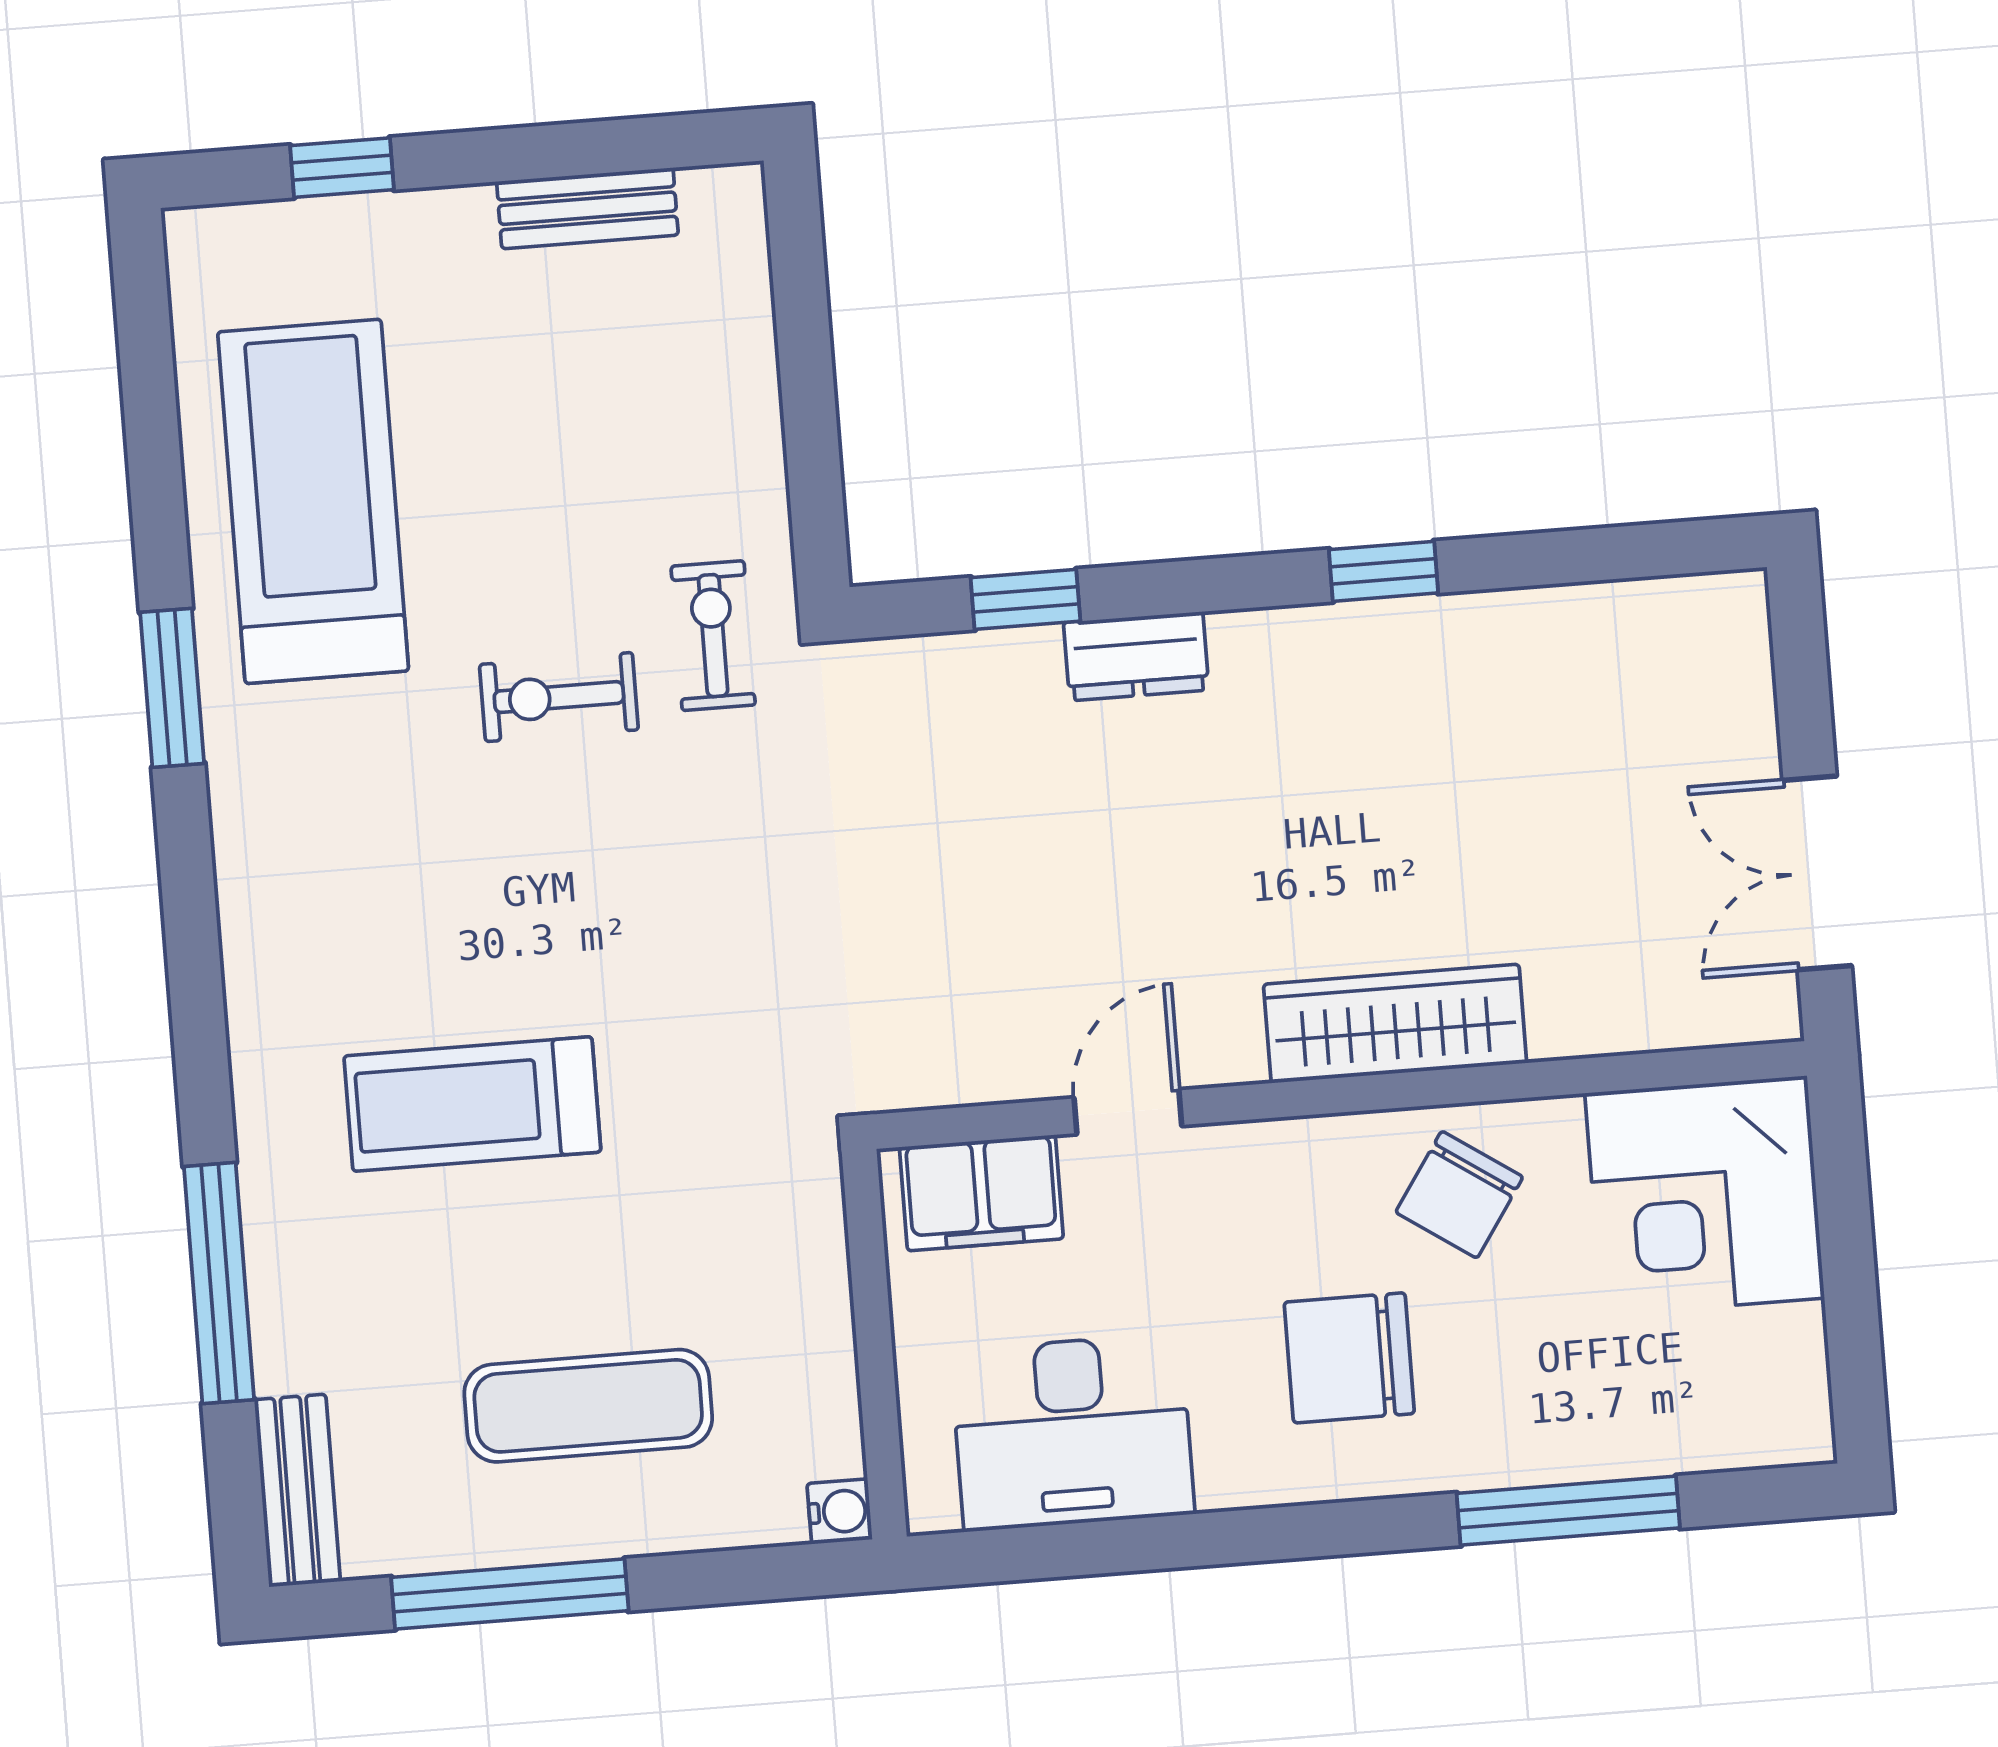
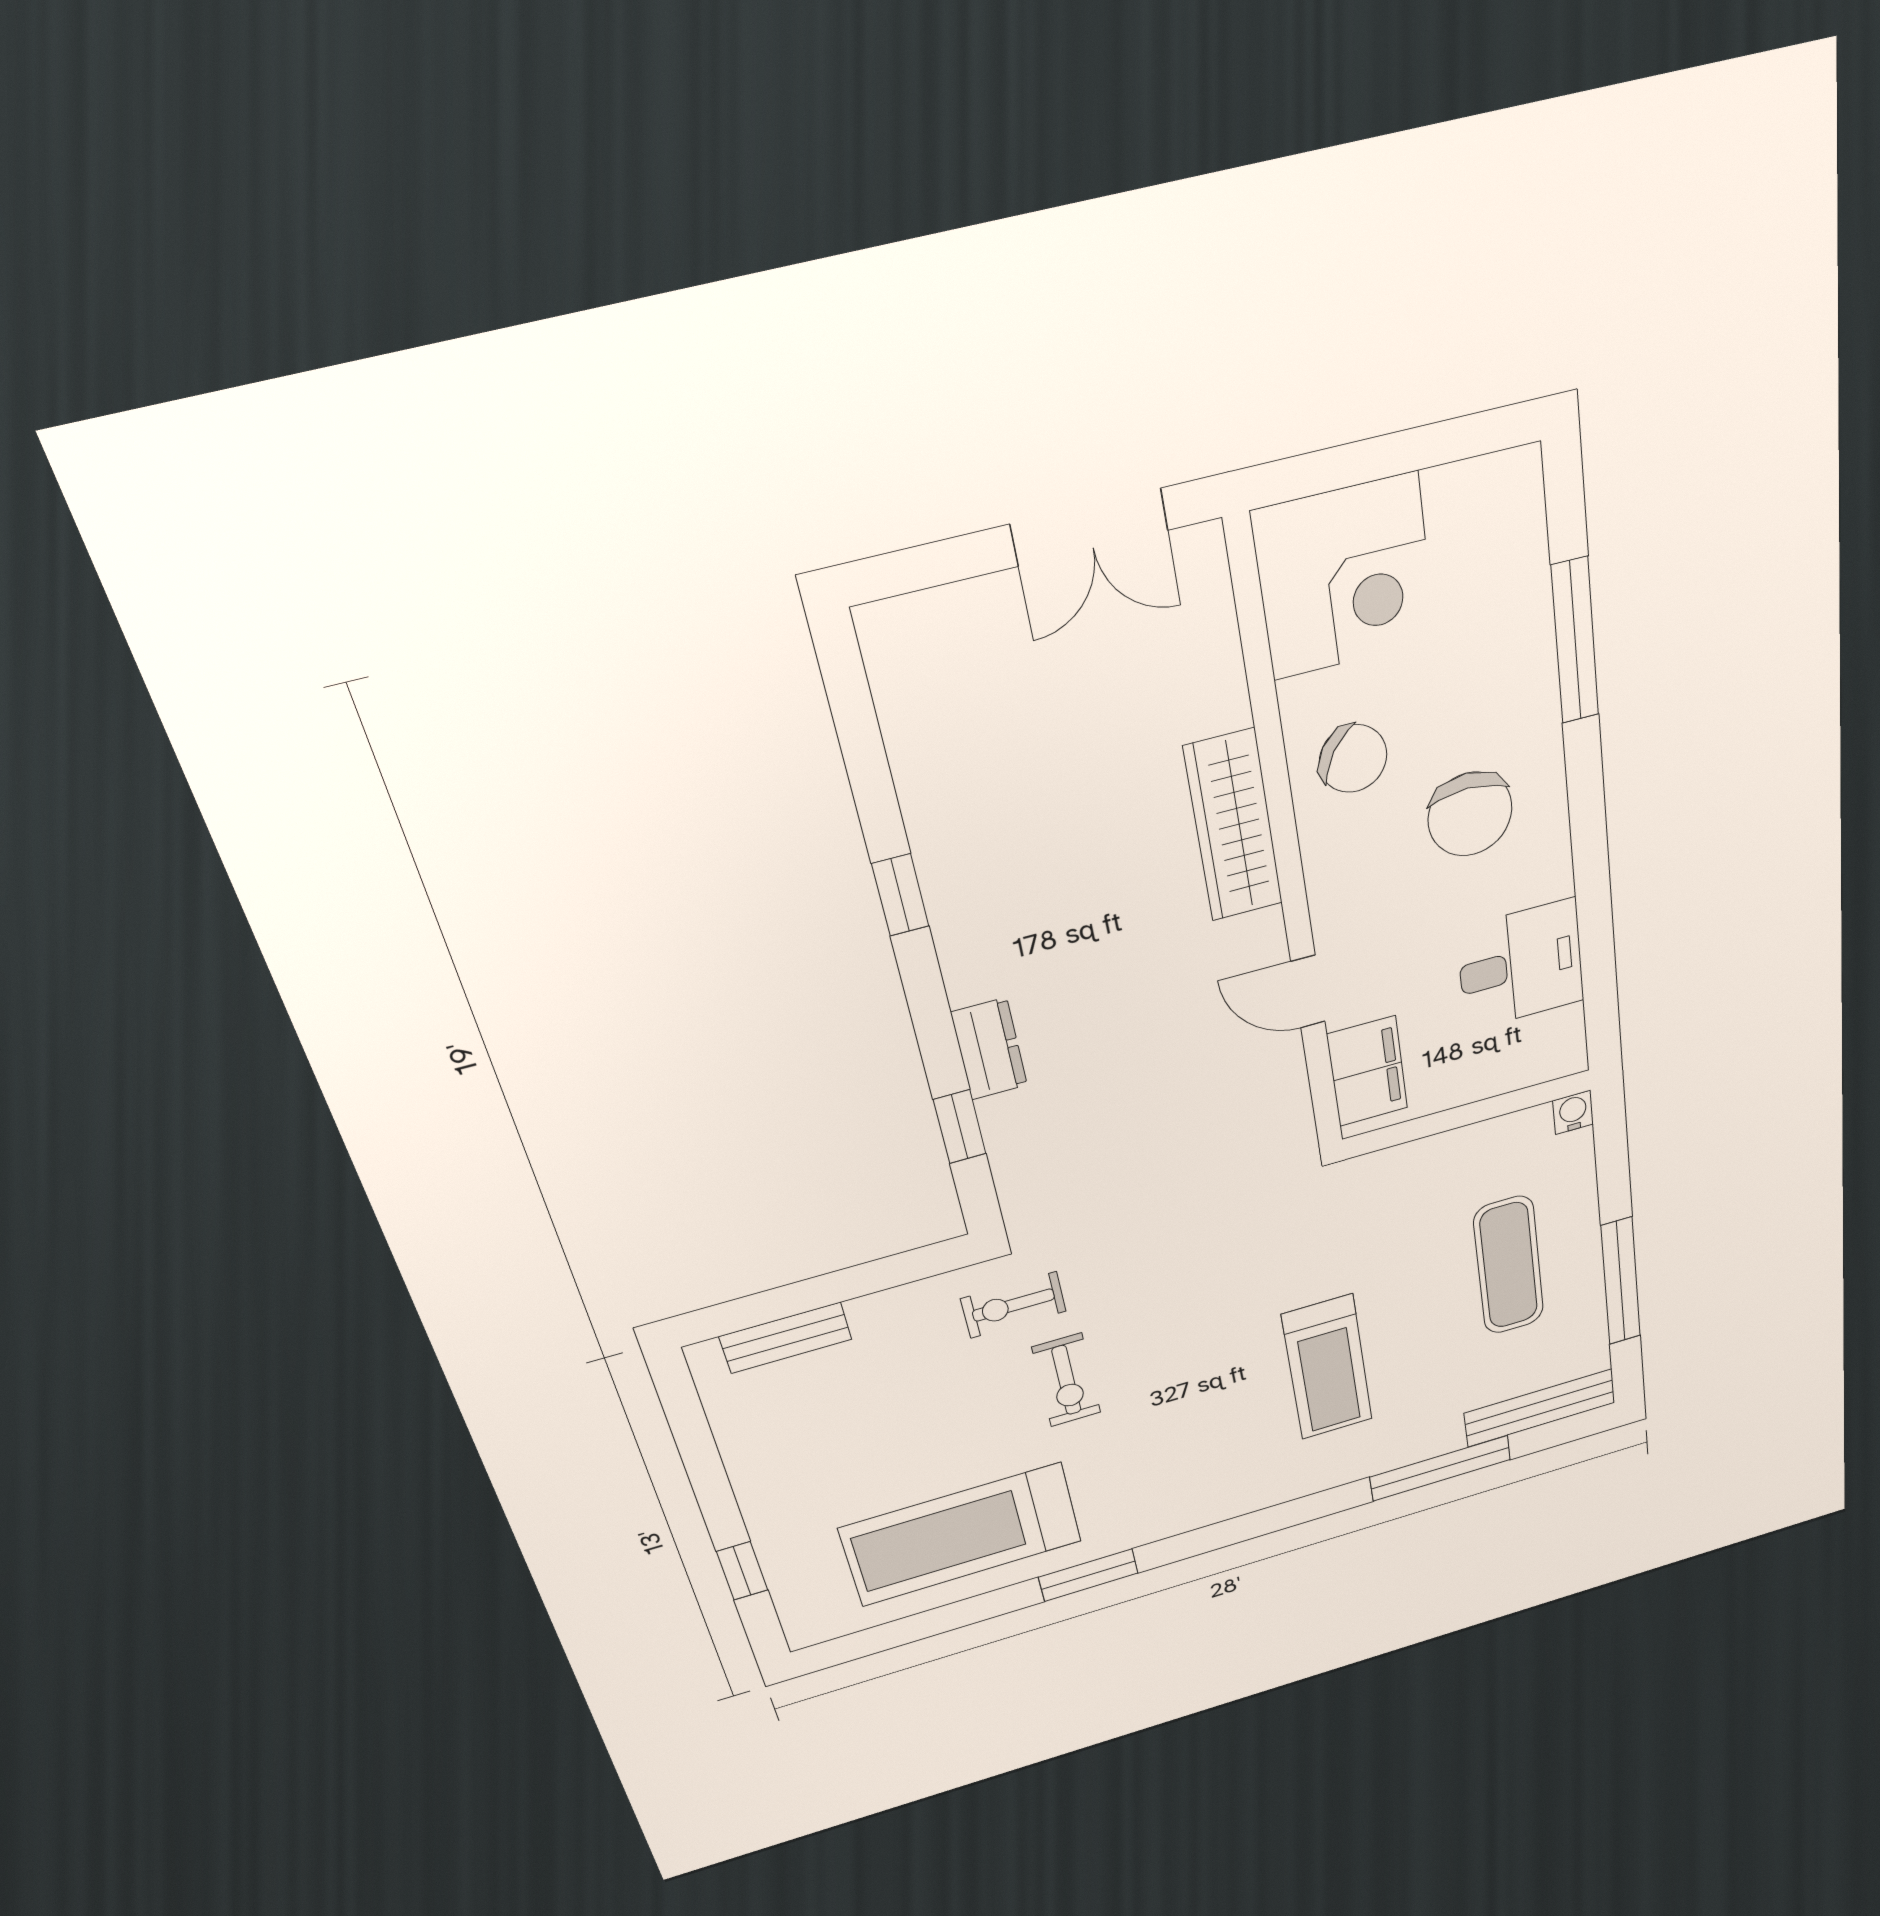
bench: (587, 208) -> (786, 1338), moved, turned 90
desk: (1072, 1432) -> (1521, 965), width x0.73
bench: (297, 1491) -> (1540, 1408), width x1.36

